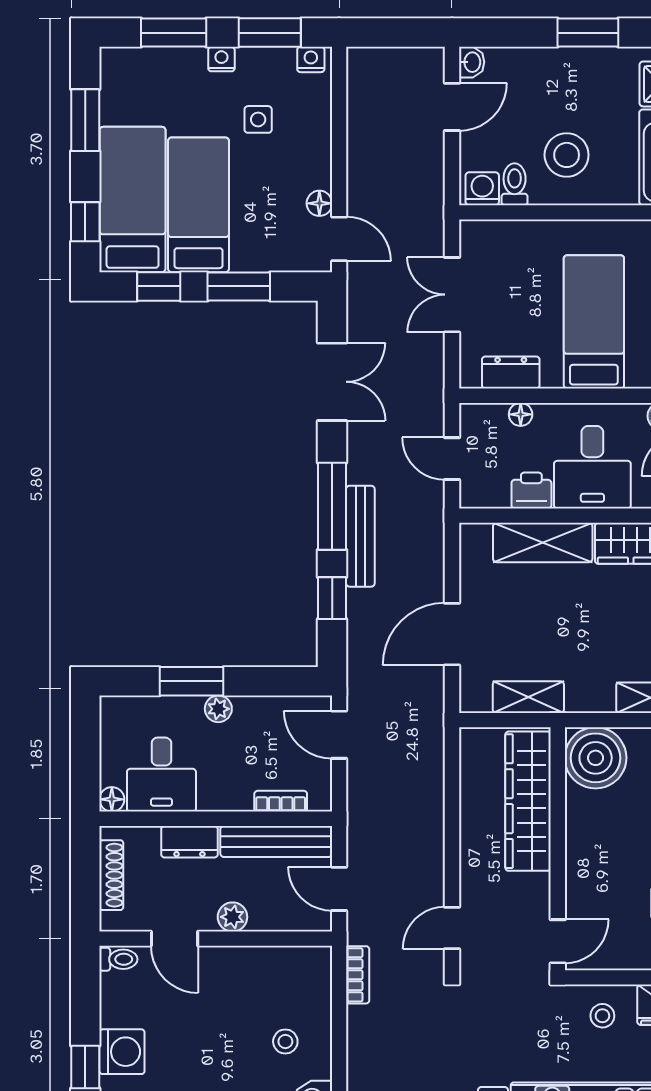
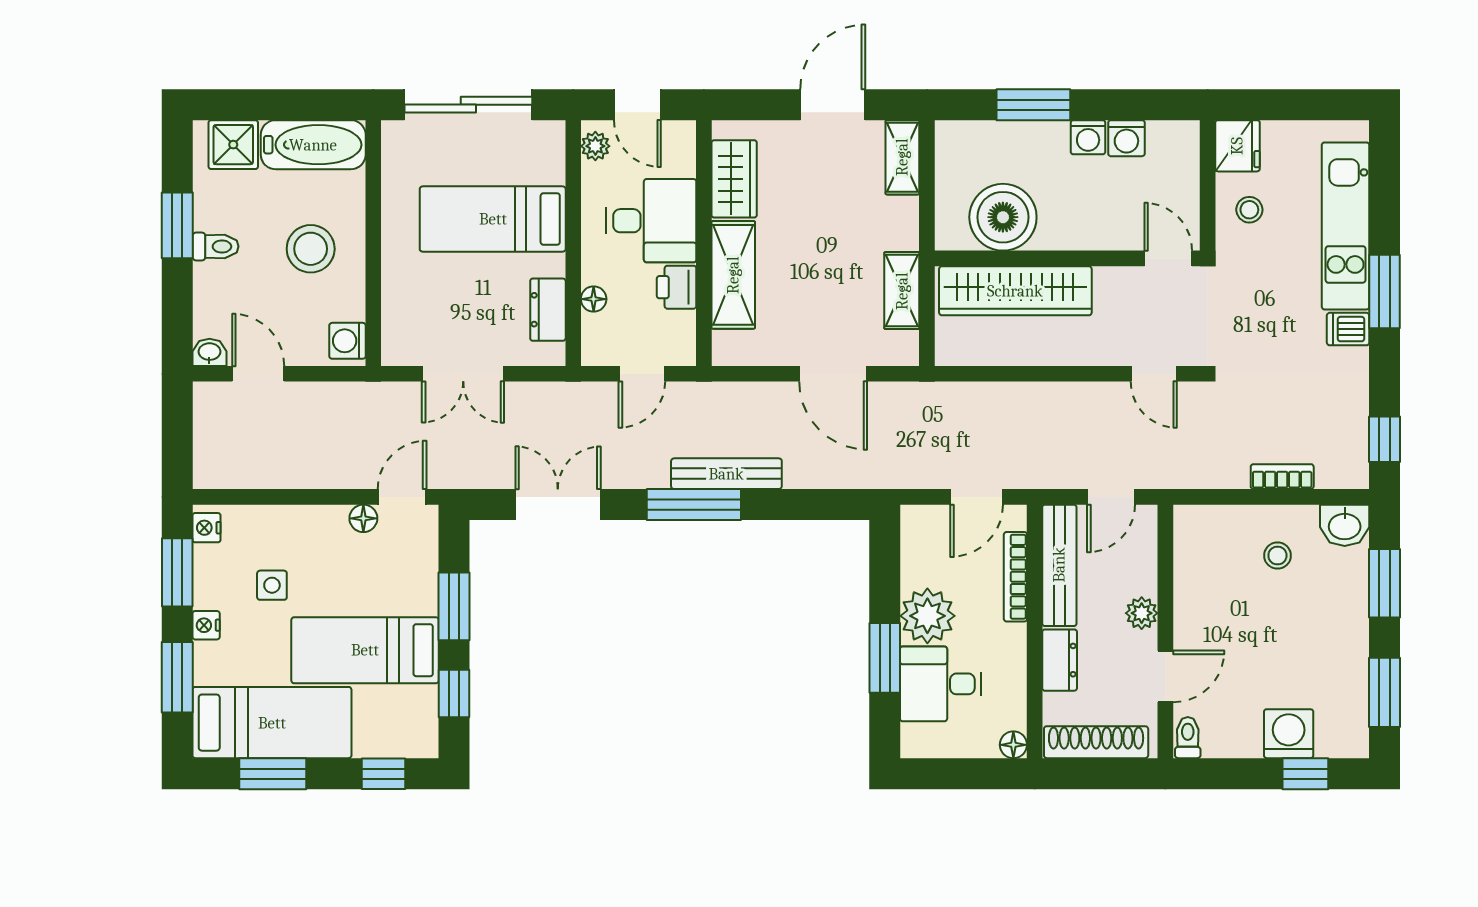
toilet: (515, 184) -> (216, 246), moved, turned 180
bed: (133, 200) -> (272, 723), moved, turned 180
window: (332, 598) -> (794, 505), removed
plant: (218, 709) -> (927, 616), width x1.87, depth x1.87
door: (339, 735) -> (977, 497), moved
boiler: (596, 758) -> (1003, 217), moved
desk: (161, 775) -> (941, 684), moved, turned 180
bookcase: (281, 801) -> (1015, 577), width x1.56
shoe rack: (111, 875) -> (1096, 742), width x1.36, depth x1.24
bookcase: (358, 975) -> (1282, 477), moved

